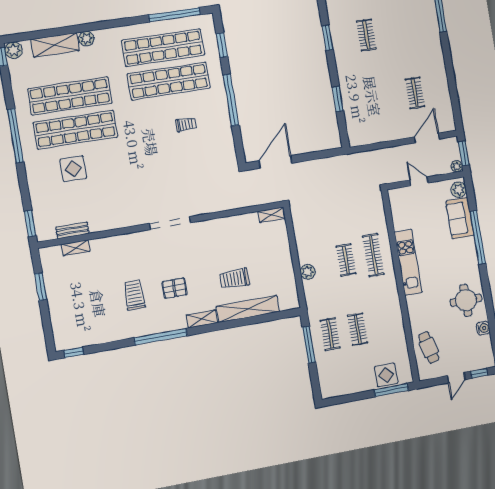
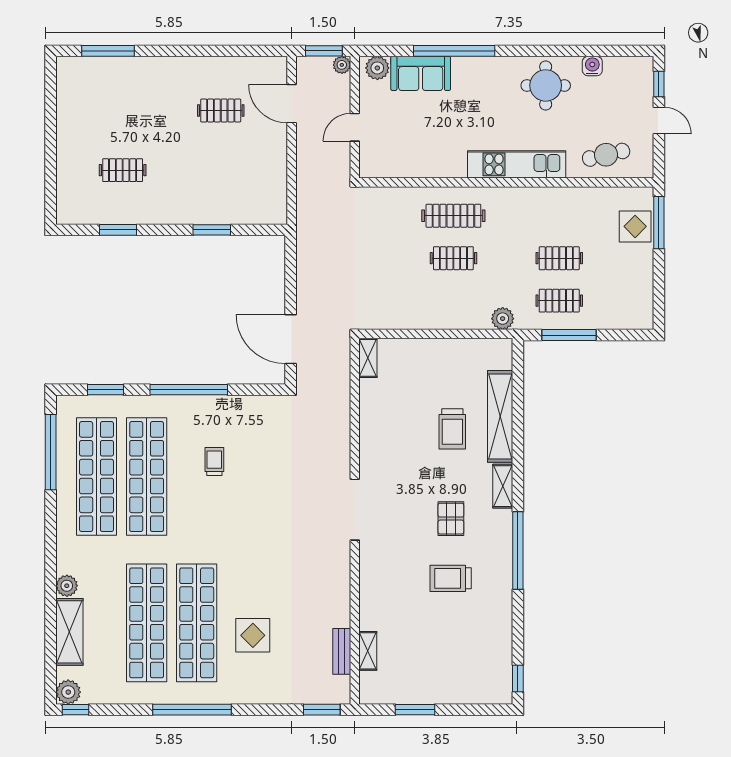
kitchen unit: (408, 262) -> (517, 164), moved
plant: (308, 272) -> (503, 319), moved

